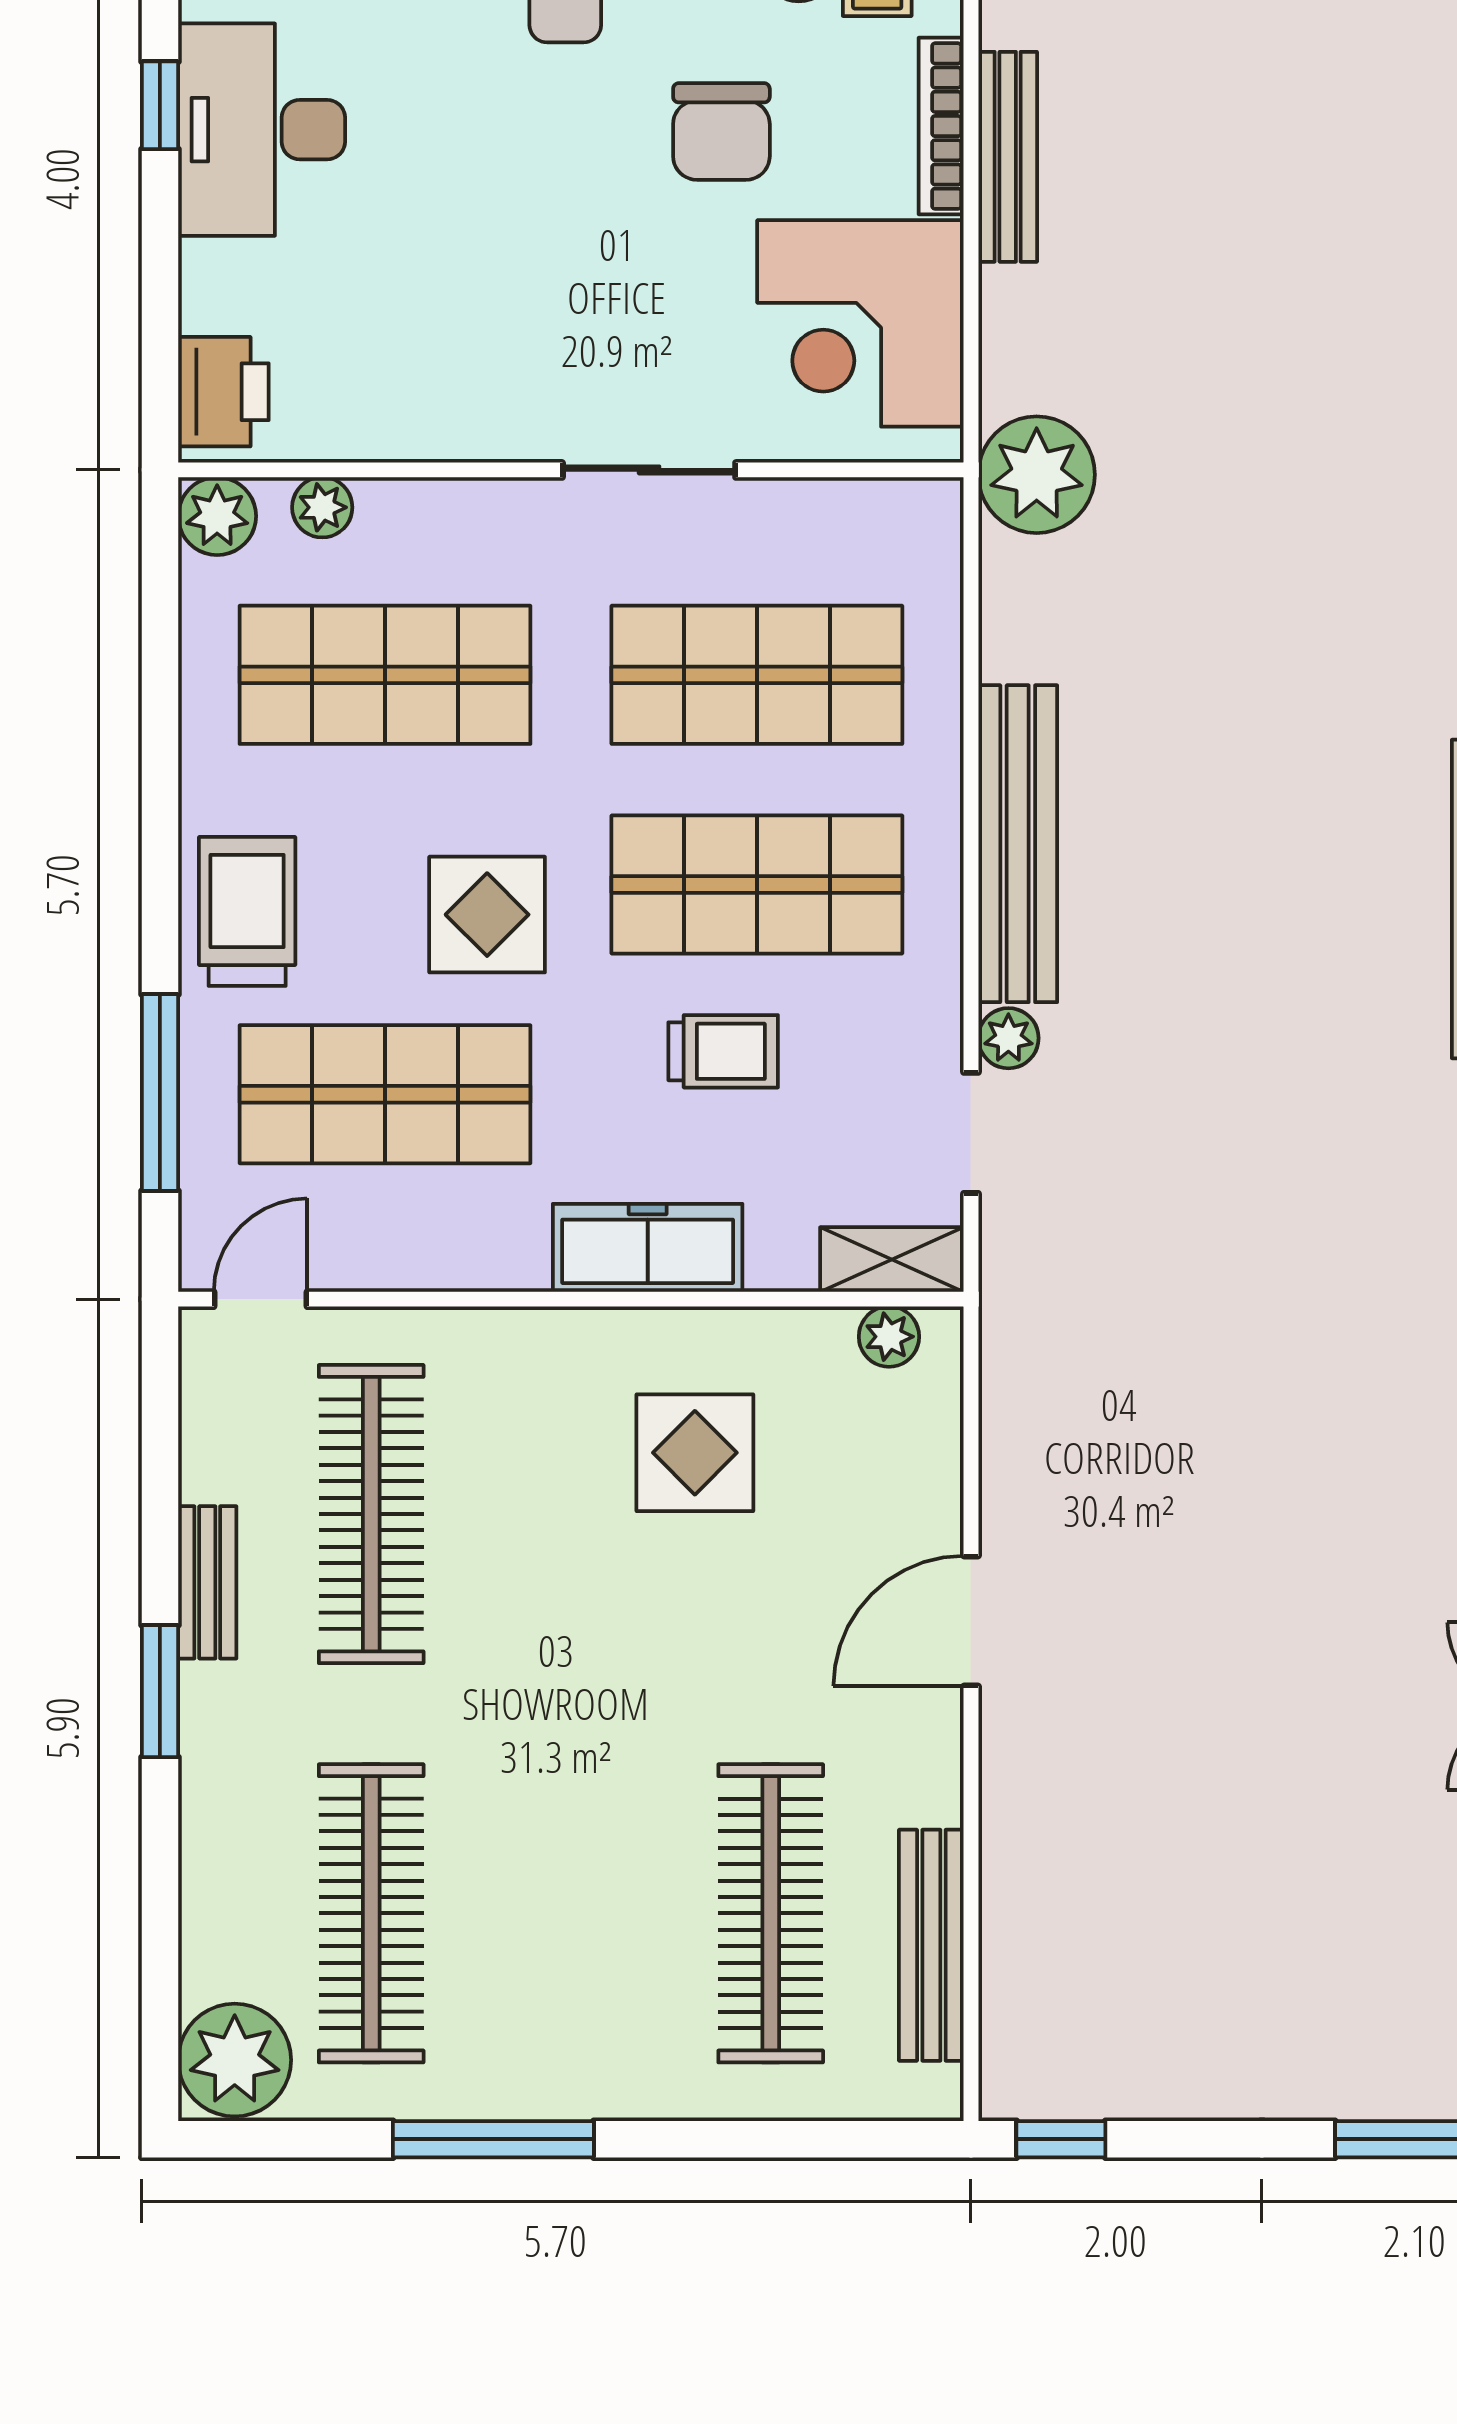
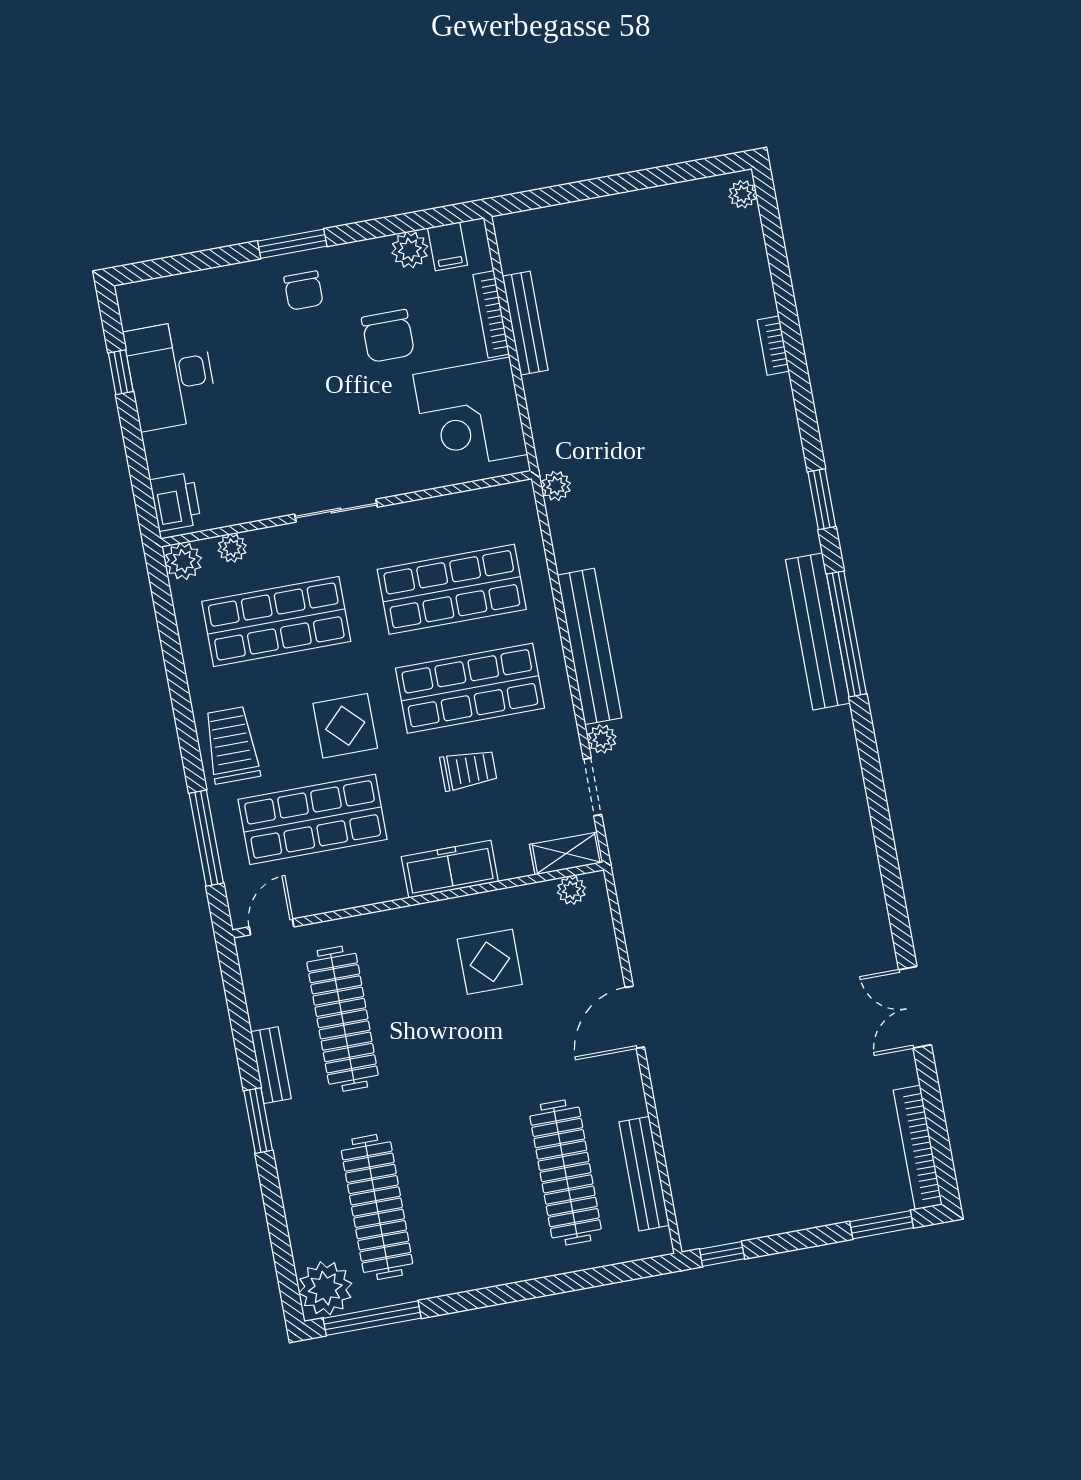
sliding door: (649, 470) -> (336, 511), moved
plant: (1037, 475) -> (556, 486), width x0.53, depth x0.53
window: (493, 2139) -> (372, 1318), moved

